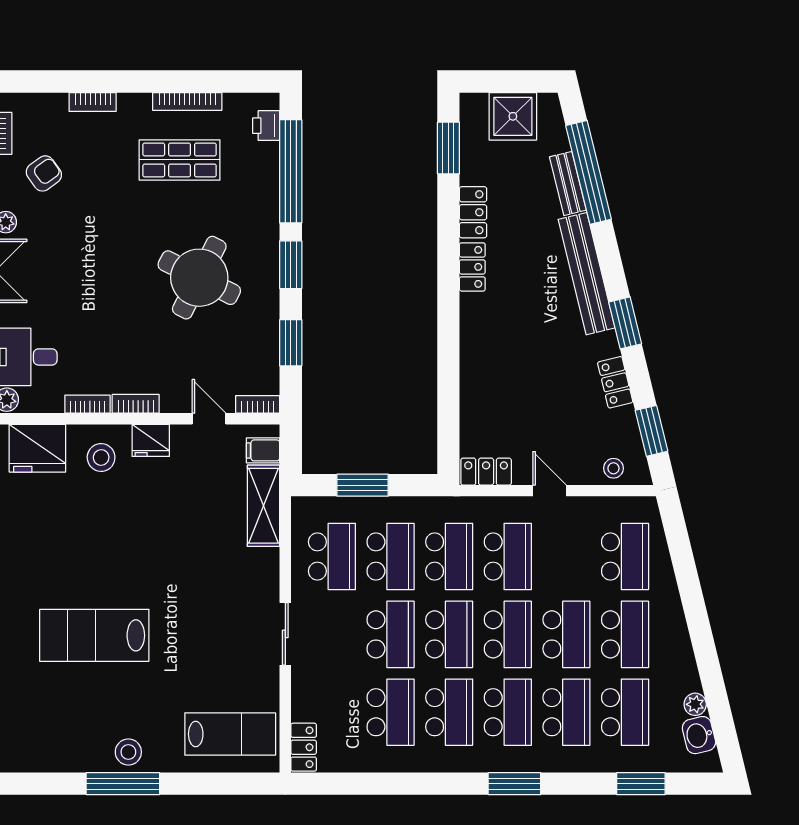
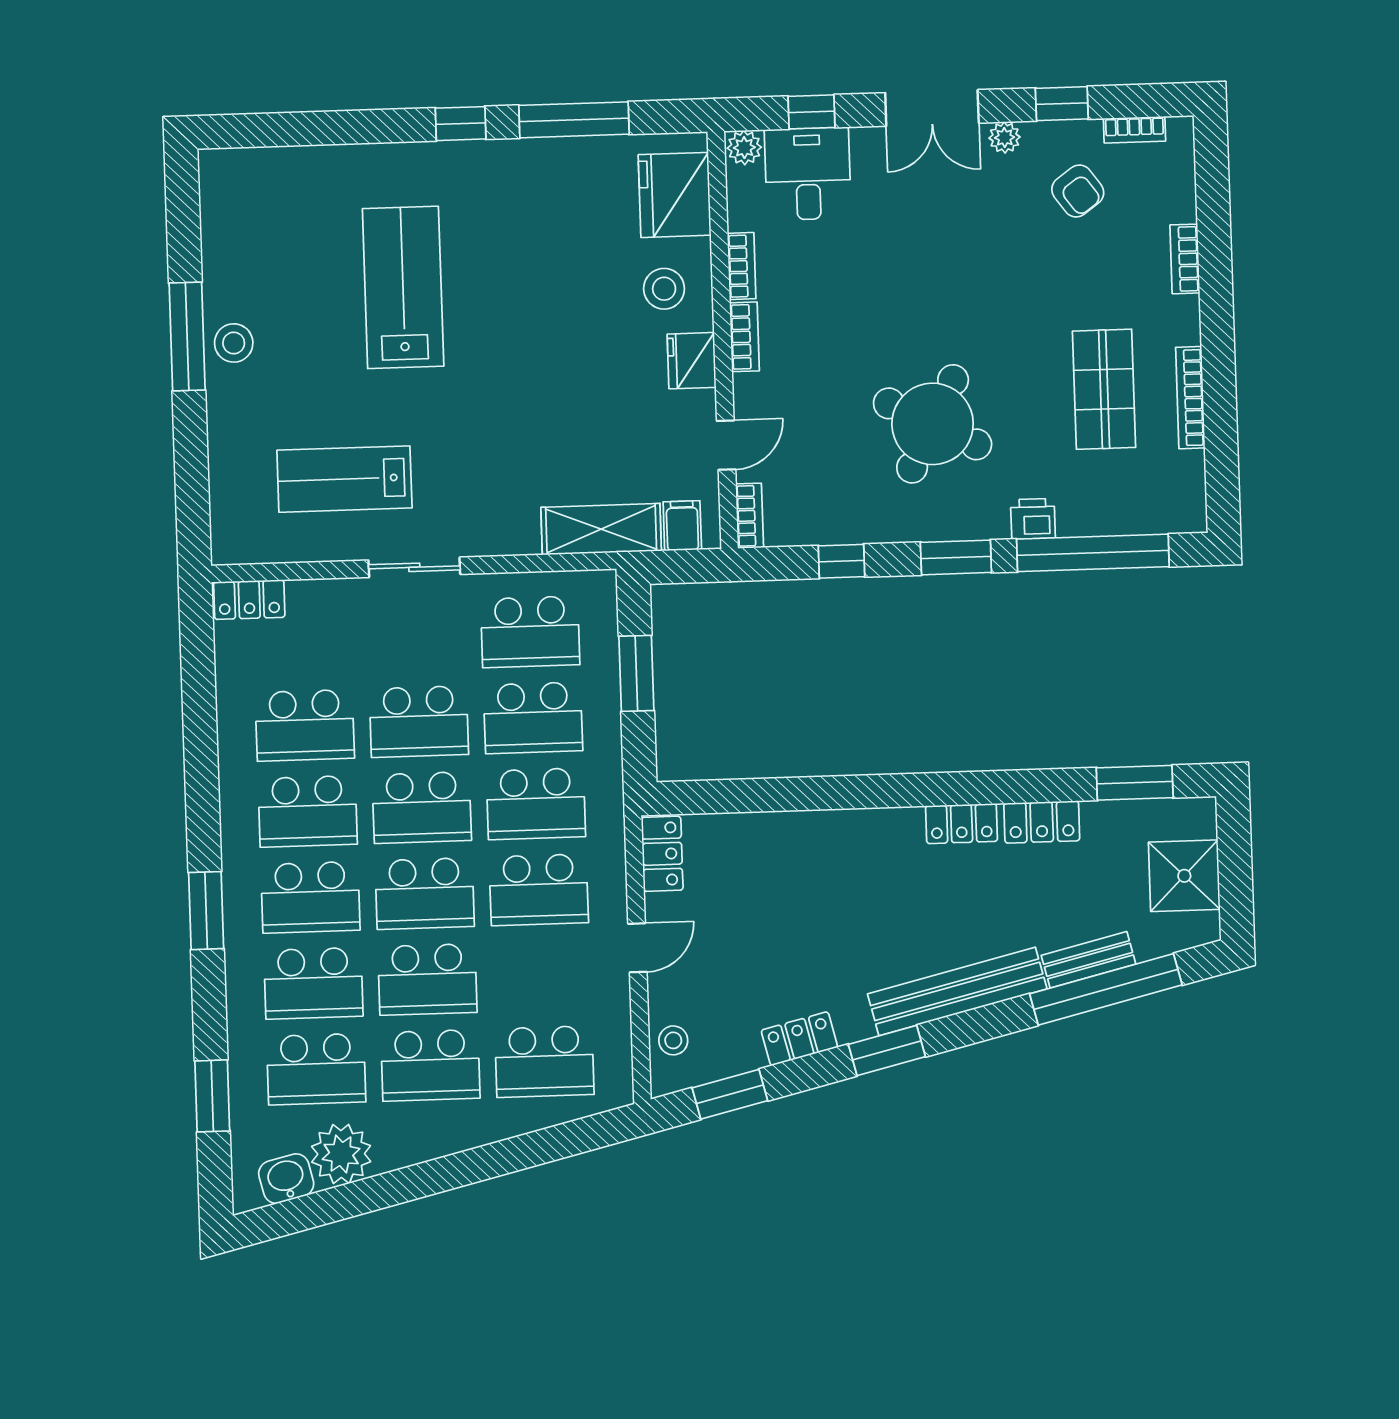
printer: (266, 126) -> (1033, 519), moved
window: (291, 343) -> (841, 561), width x0.67
plant: (695, 704) -> (341, 1154), width x1.88, depth x1.88
lab bench: (230, 734) -> (344, 479), moved, turned 90

